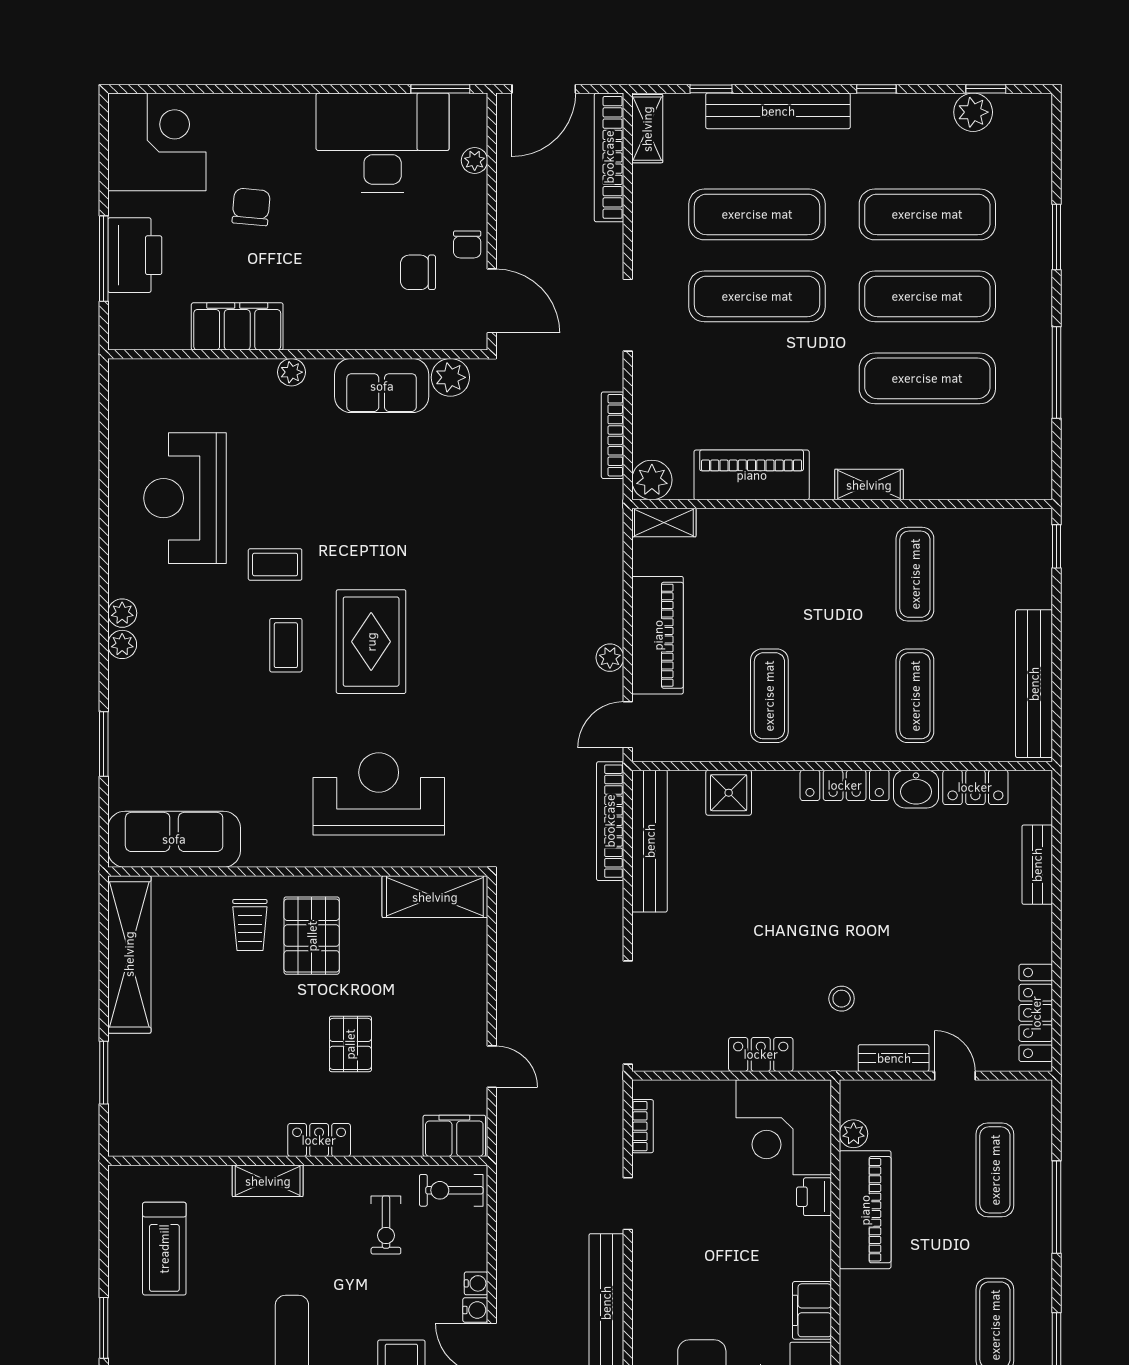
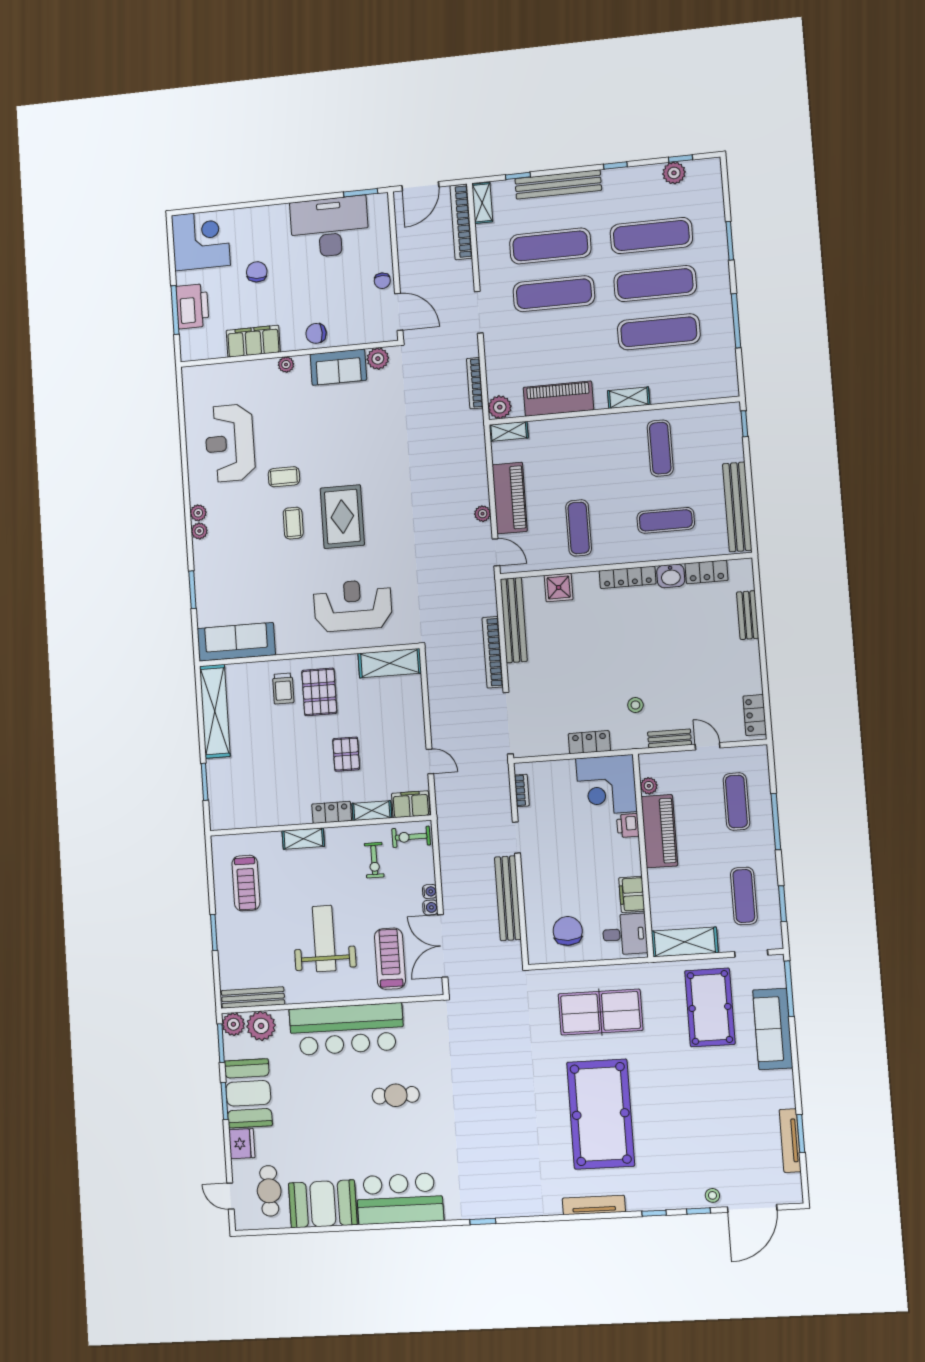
plant: (475, 161) -> (383, 232), removed
chair: (418, 272) -> (316, 333), moved
exercise mat: (915, 696) -> (666, 520), turned 90
door: (628, 725) -> (496, 552), swing flipped
bookcase: (610, 821) -> (493, 652), moved
locker: (1036, 1013) -> (755, 715), width x0.66
shelving: (388, 1142) -> (372, 811), added

